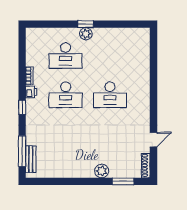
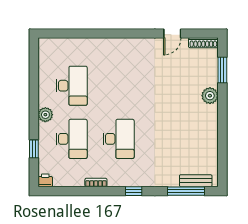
window: (86, 24) -> (34, 149), moved
printer: (31, 92) -> (45, 180), moved
desk: (110, 95) -> (72, 86), moved
door: (154, 140) -> (172, 34), swing flipped

